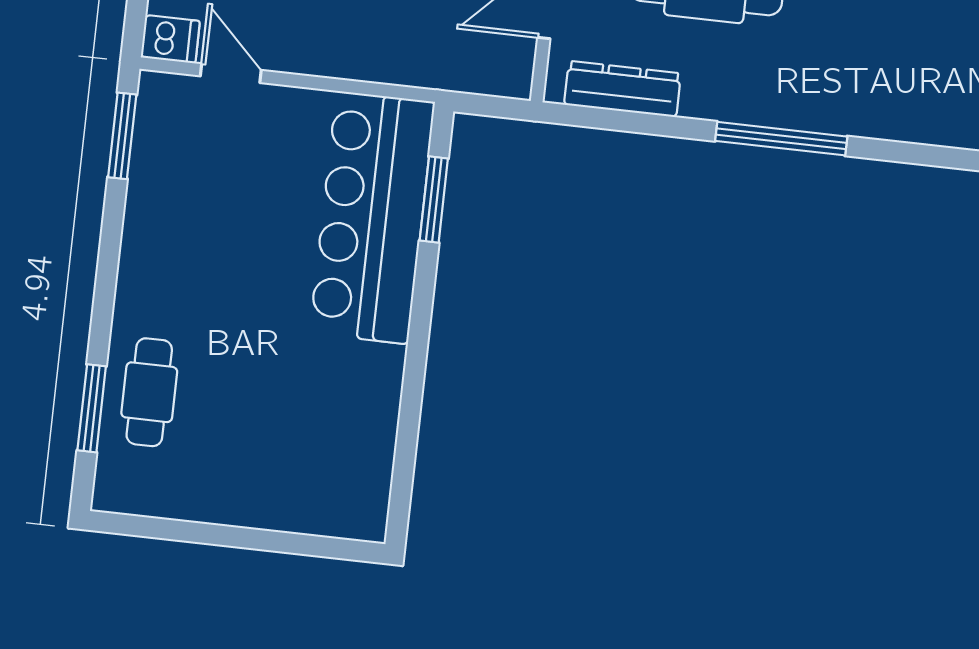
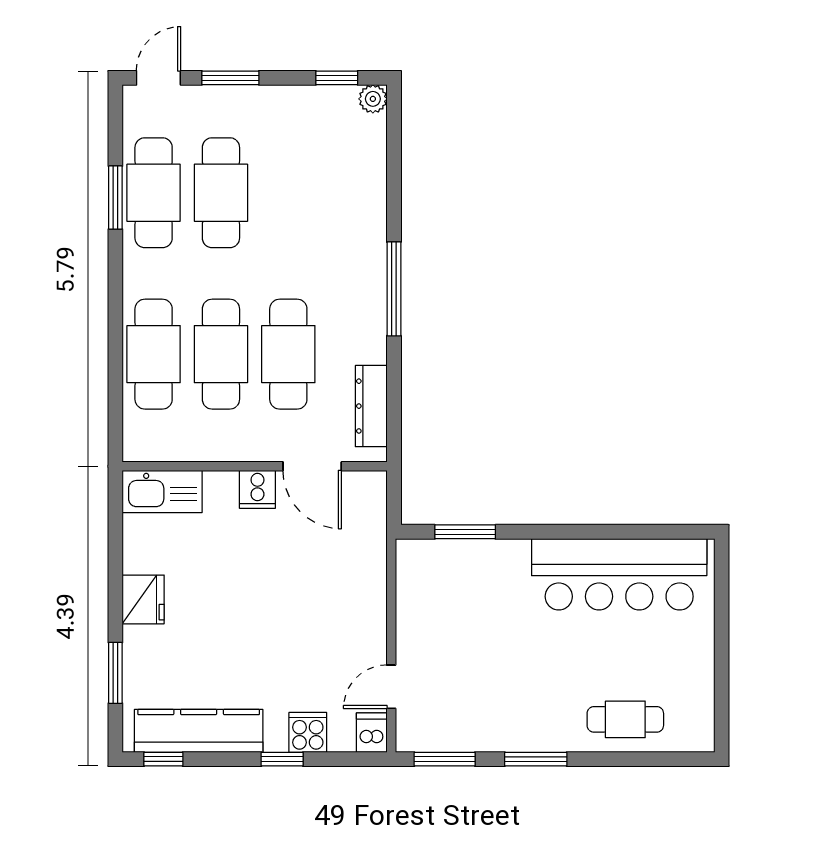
bar counter: (372, 218) -> (619, 574), moved
window: (92, 408) -> (536, 759), moved

